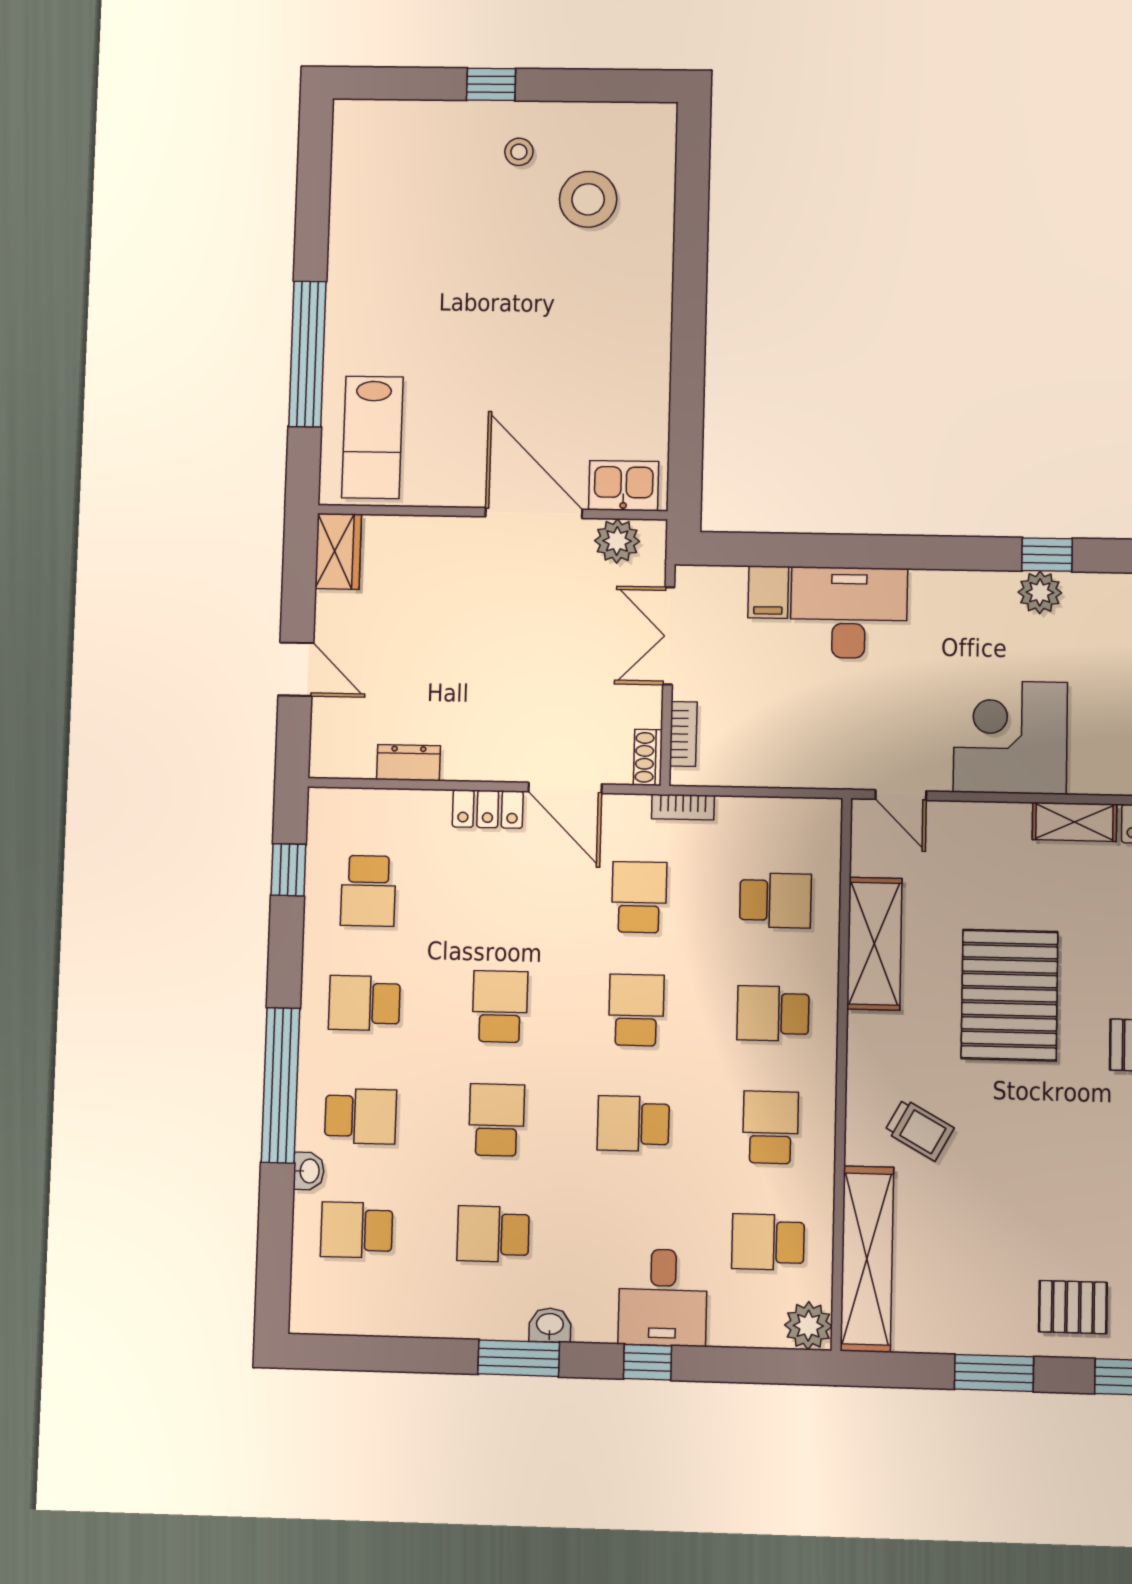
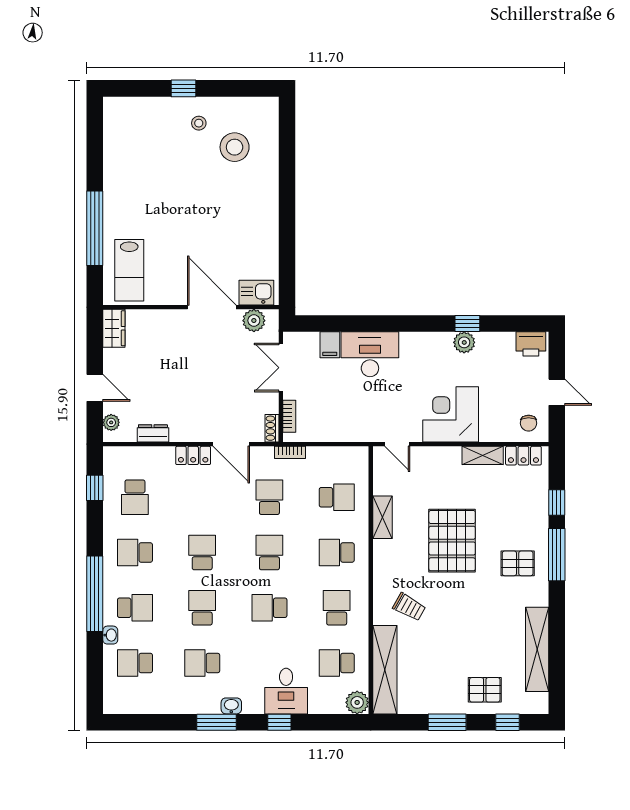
plant: (326, 739) -> (111, 422), added
shelving: (874, 944) -> (382, 517), width x0.67, depth x0.75

